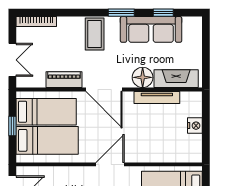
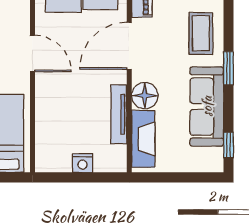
window: (163, 13) -> (228, 145), moved
coffee table: (95, 34) -> (201, 34), turned 90

